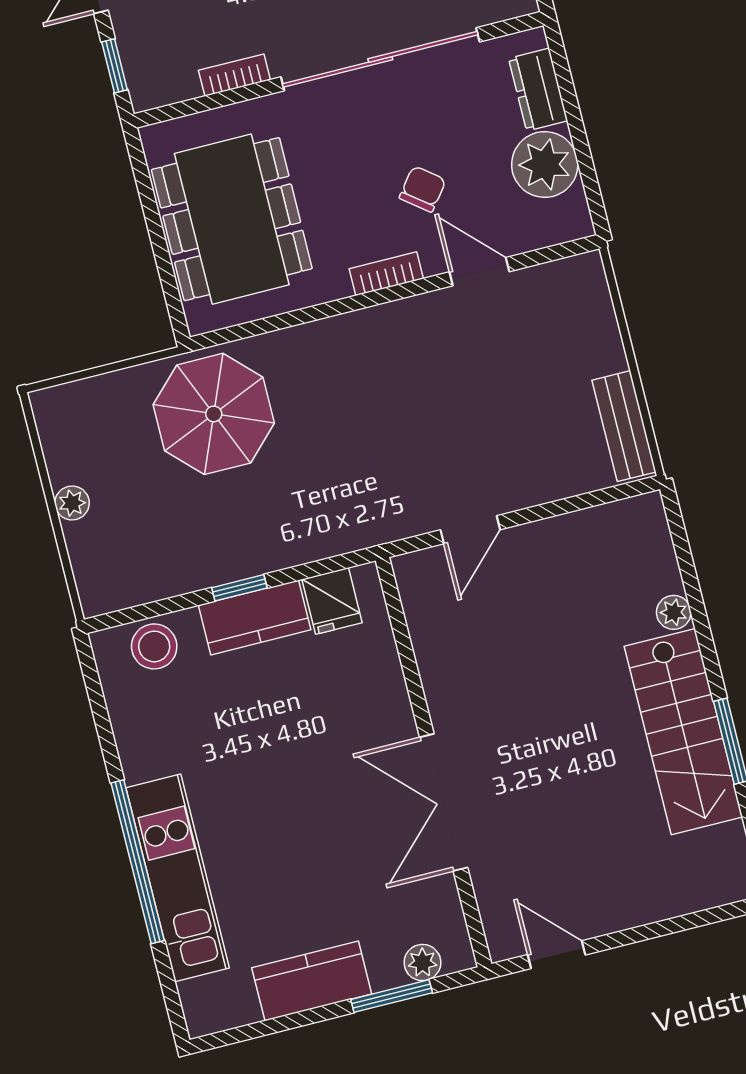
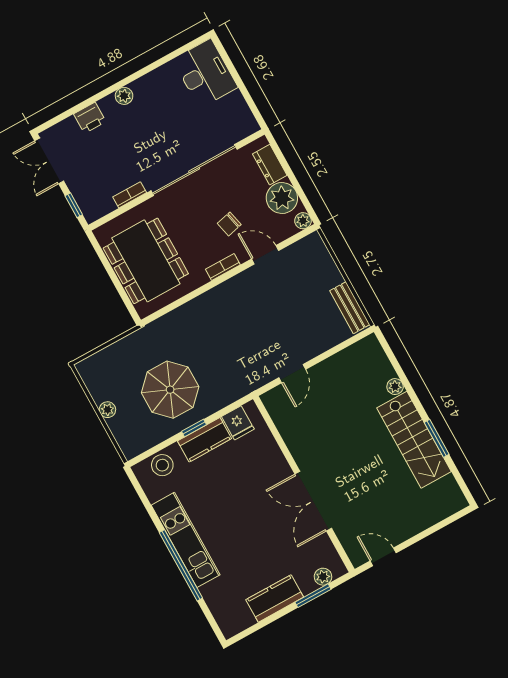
chair: (423, 189) -> (229, 224), turned -141
plant: (576, 223) -> (303, 221), added
parasol: (214, 414) -> (170, 390), moved
kitchen unit: (178, 878) -> (186, 540), moved

